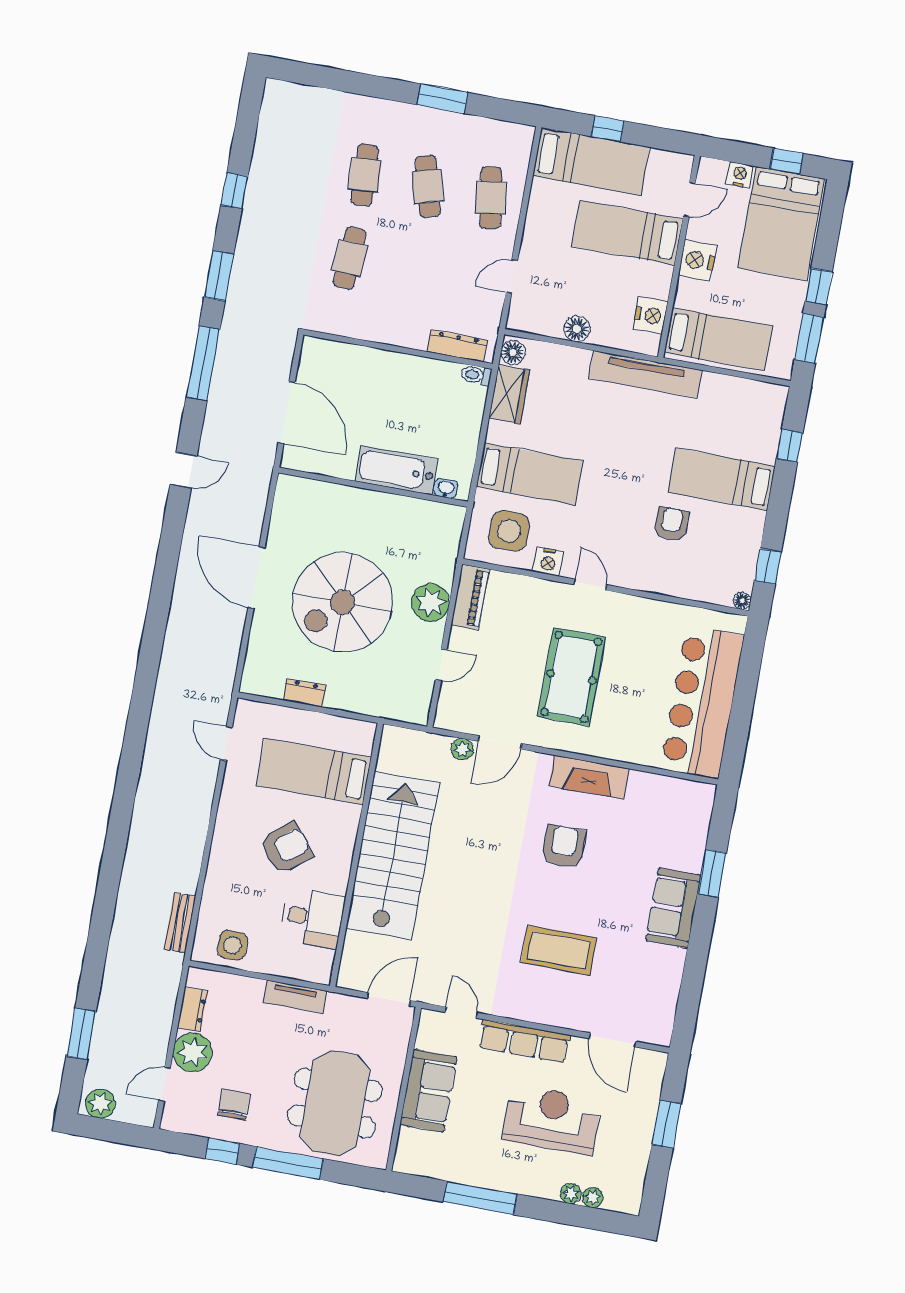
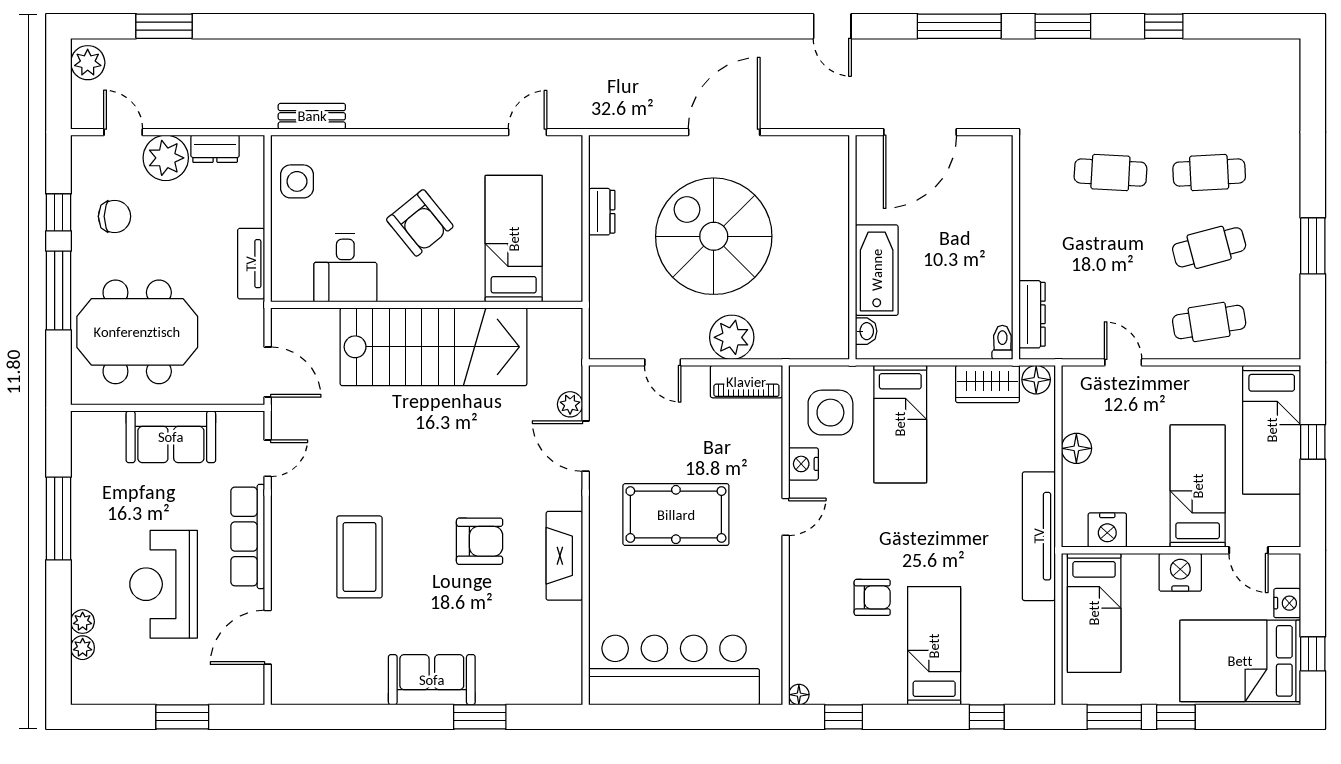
reception desk: (552, 1119) -> (164, 584), turned 180

